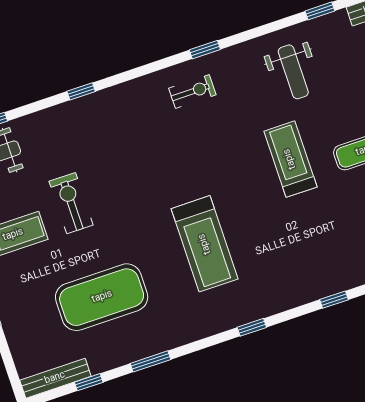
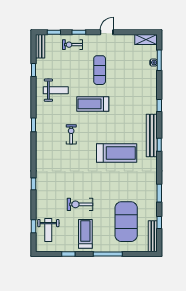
exercise bike: (192, 91) -> (71, 134), moved
exercise mat: (102, 297) -> (126, 222), moved
bench: (266, 305) -> (152, 135), added

